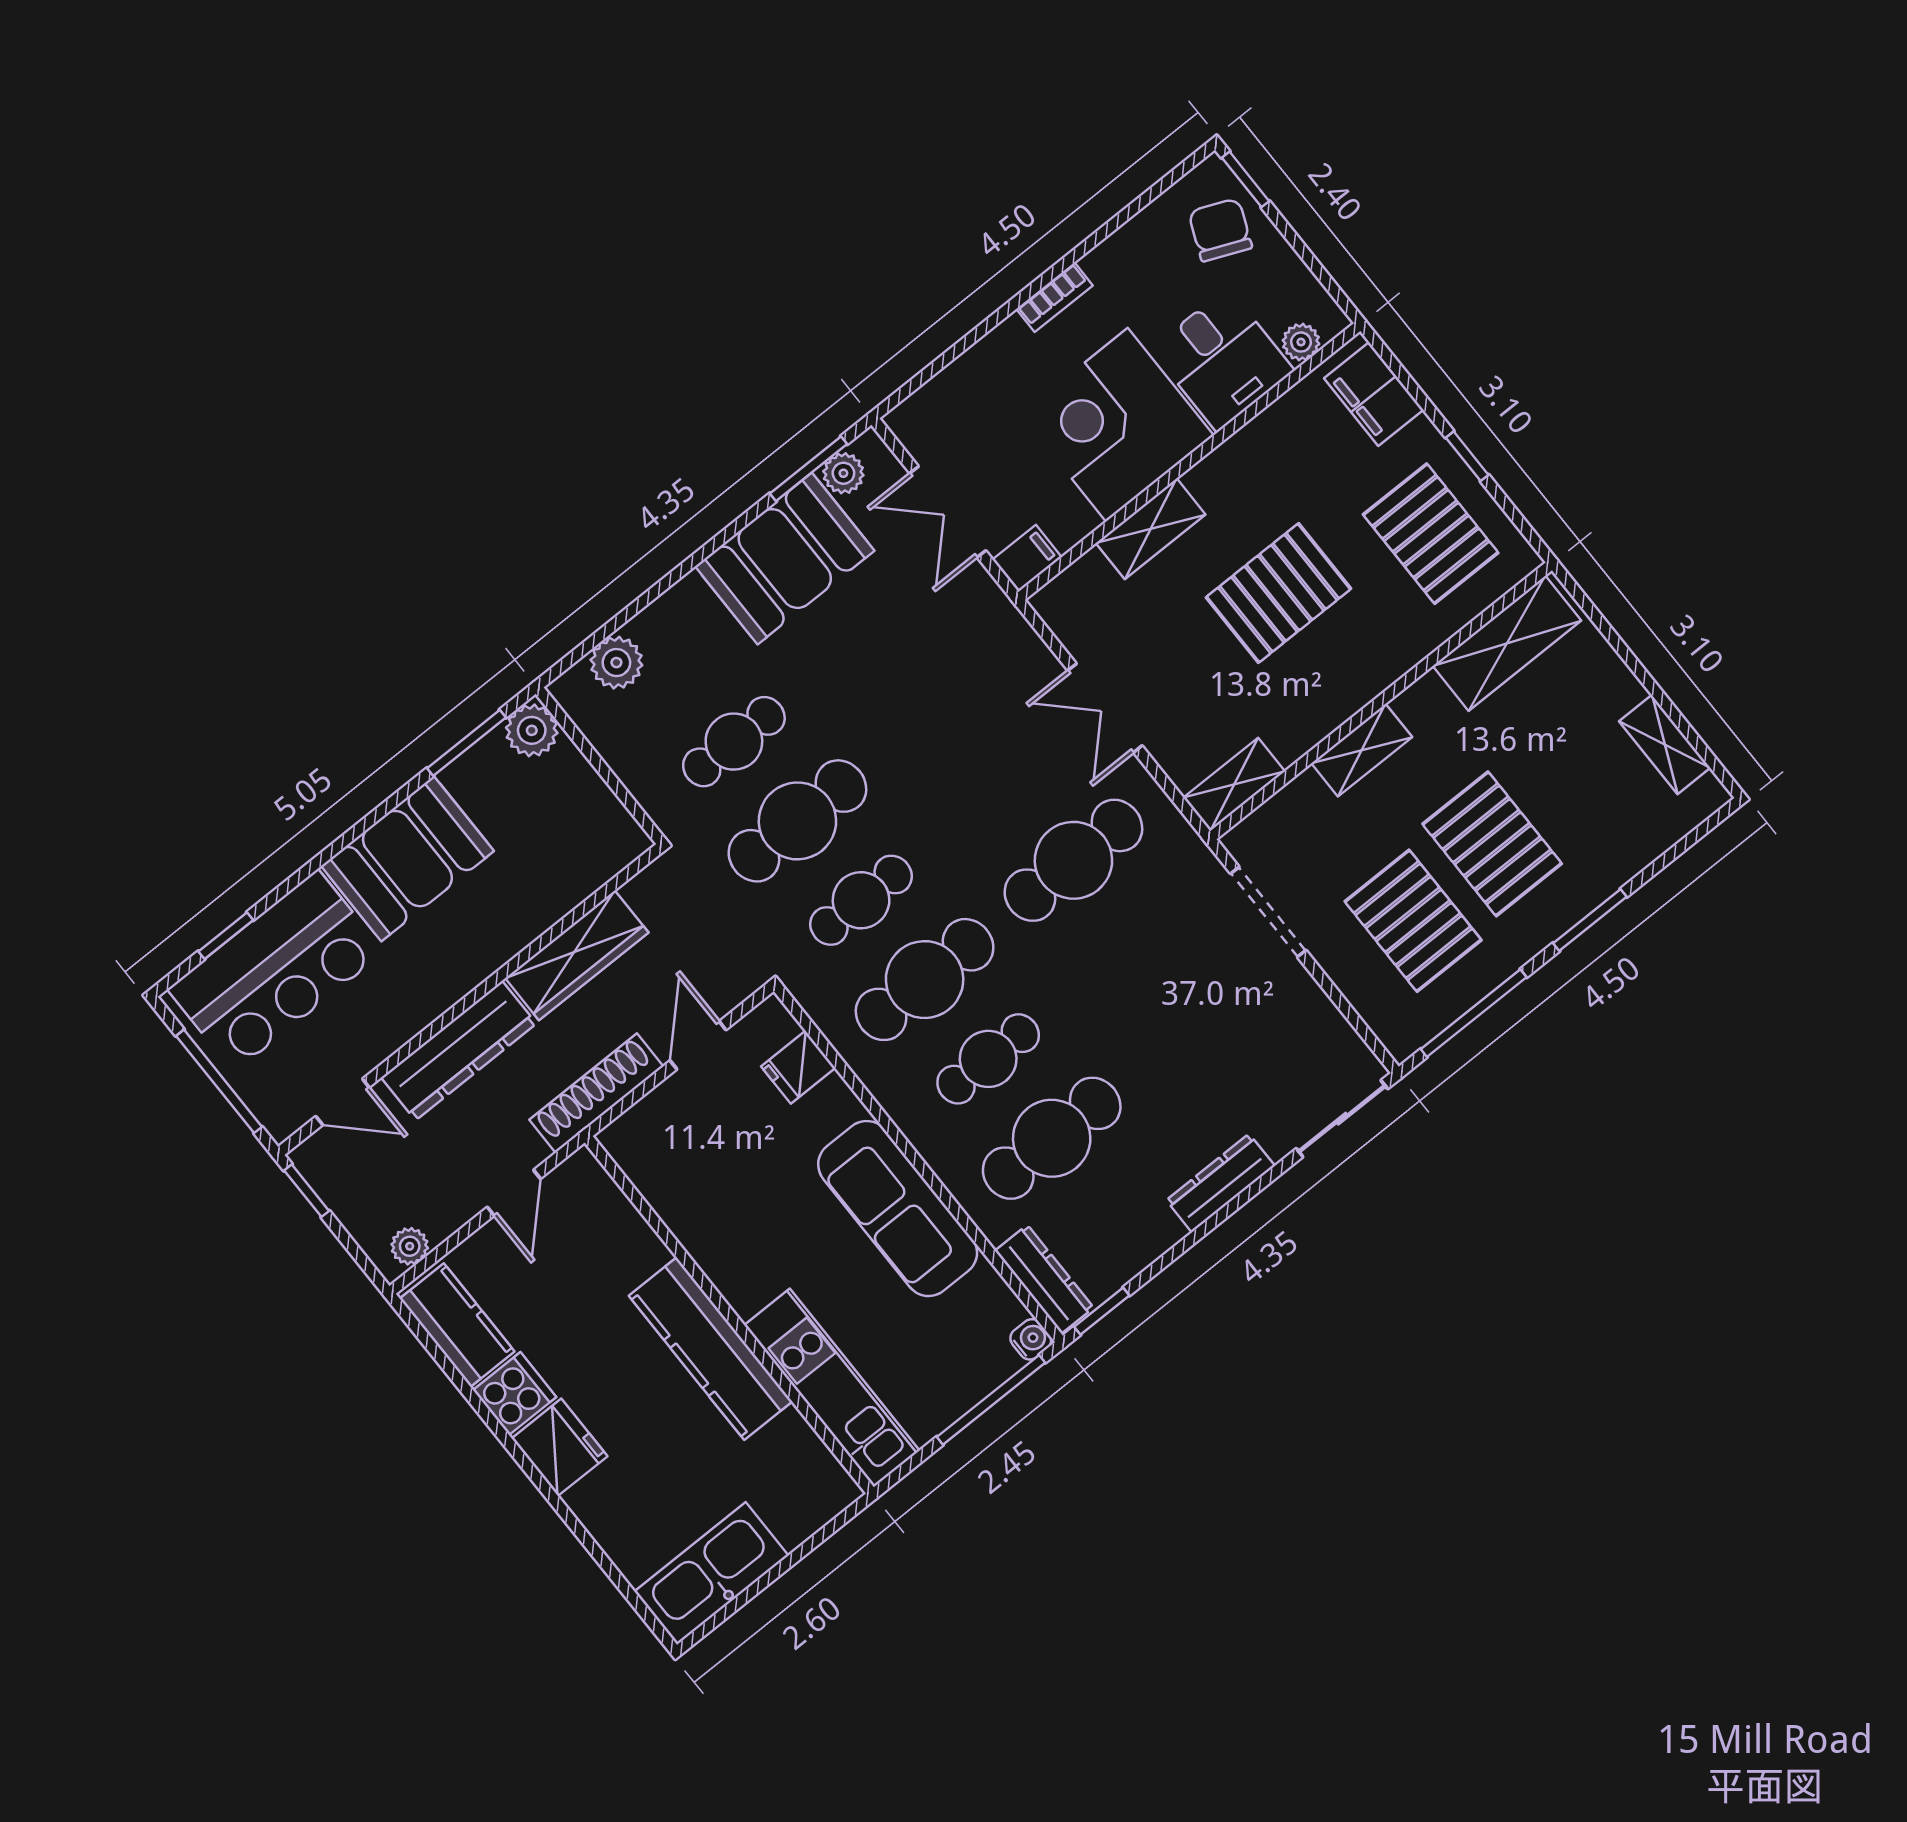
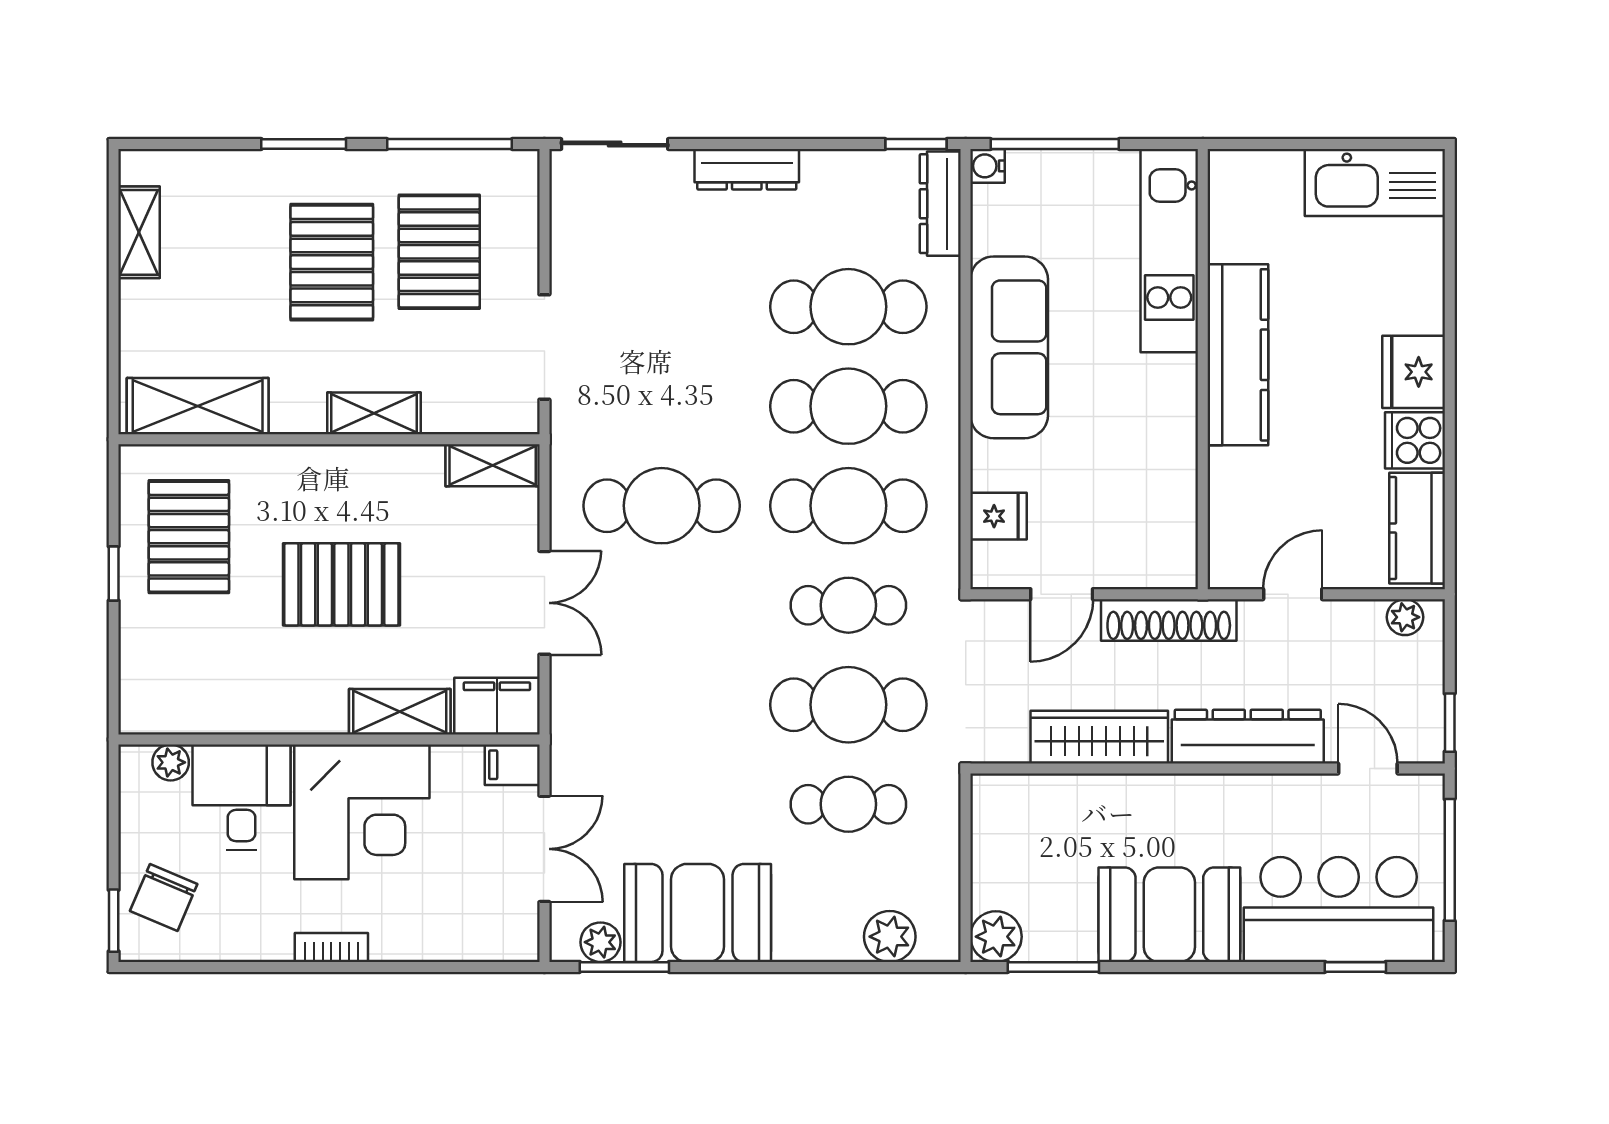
filing cabinet: (1374, 394) -> (497, 706), moved, turned -90
cafe table: (988, 1059) -> (848, 406), width x1.37, depth x1.35

